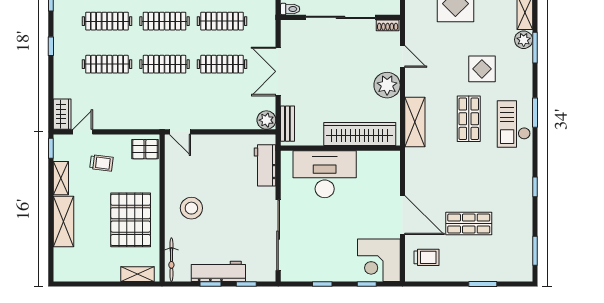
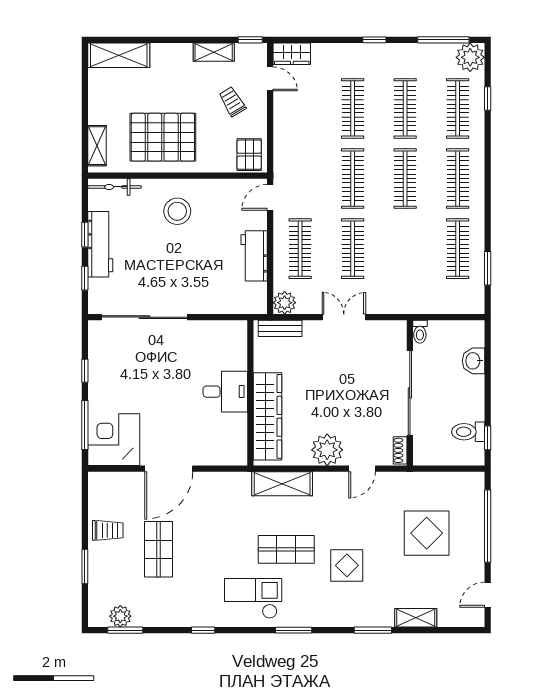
clothes rail: (222, 21) -> (300, 249), moved
plant: (524, 40) -> (120, 616), moved
double door: (278, 71) -> (344, 317), width x0.73
checkout: (514, 124) -> (253, 598), moved
trolley: (101, 163) -> (232, 102), turned 142
workbench: (265, 165) -> (254, 256), moved, turned -90
desk: (325, 174) -> (225, 392), width x0.53, depth x0.77
shelving: (63, 222) -> (119, 55), moved
trolley: (427, 257) -> (108, 530), moved, turned -90
window: (367, 284) -> (85, 425), width x2.17

